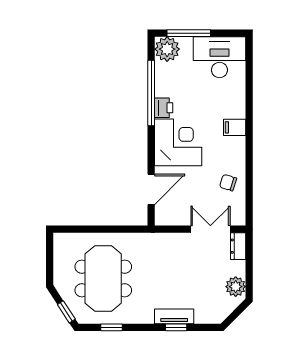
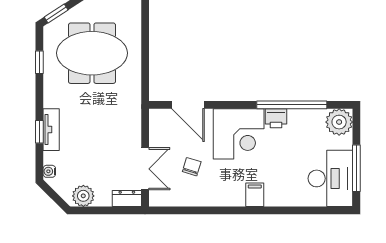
window: (189, 33) -> (356, 168), moved
chair: (228, 183) -> (192, 167), moved
water cooler: (213, 318) -> (49, 171), added

